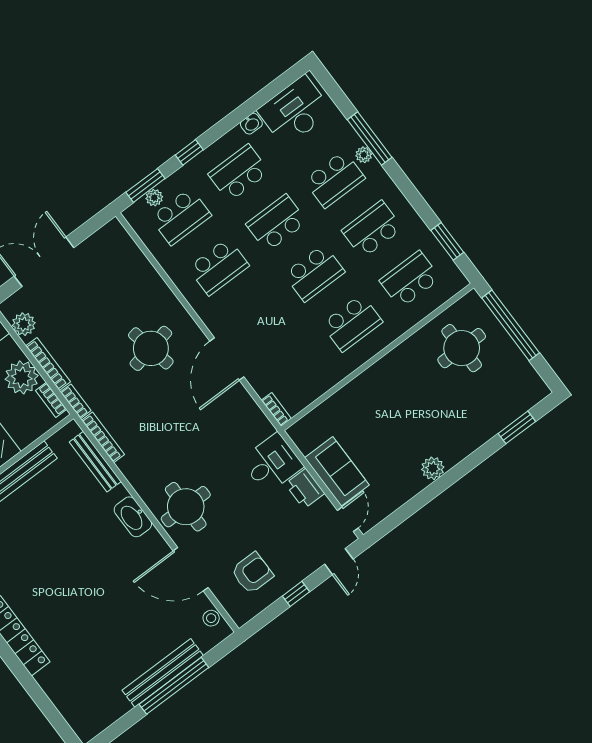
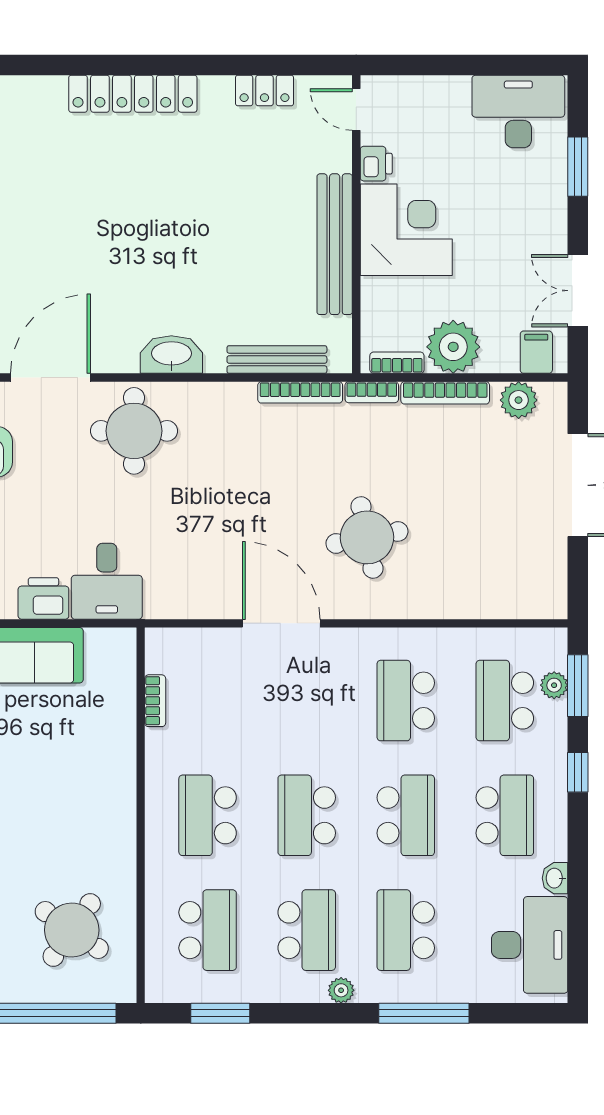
plant: (364, 155) -> (341, 990), moved
round table: (462, 348) -> (72, 930), turned 35
bookcase: (276, 409) -> (155, 701), moved, turned -90

